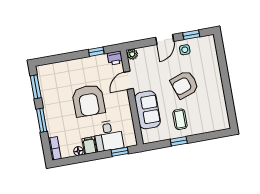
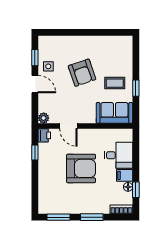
sofa: (147, 110) -> (114, 113), moved
window: (120, 152) -> (136, 190), moved

